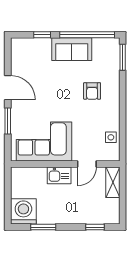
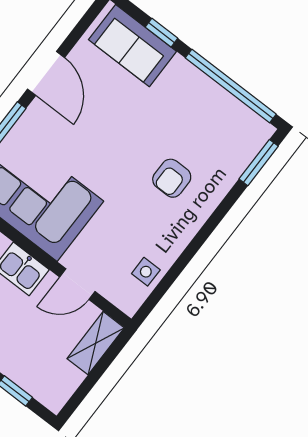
sofa: (72, 49) -> (133, 46), moved

